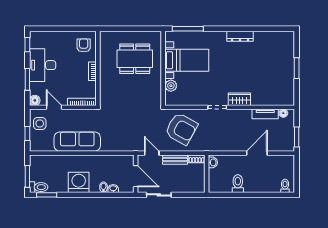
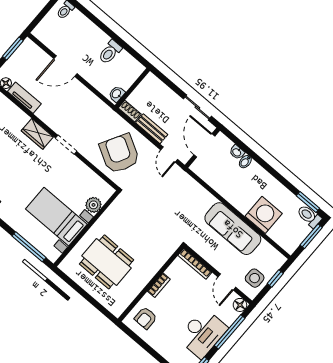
window: (27, 79) -> (230, 332), width x1.44
washing machine: (79, 182) -> (264, 215), moved, turned 180

